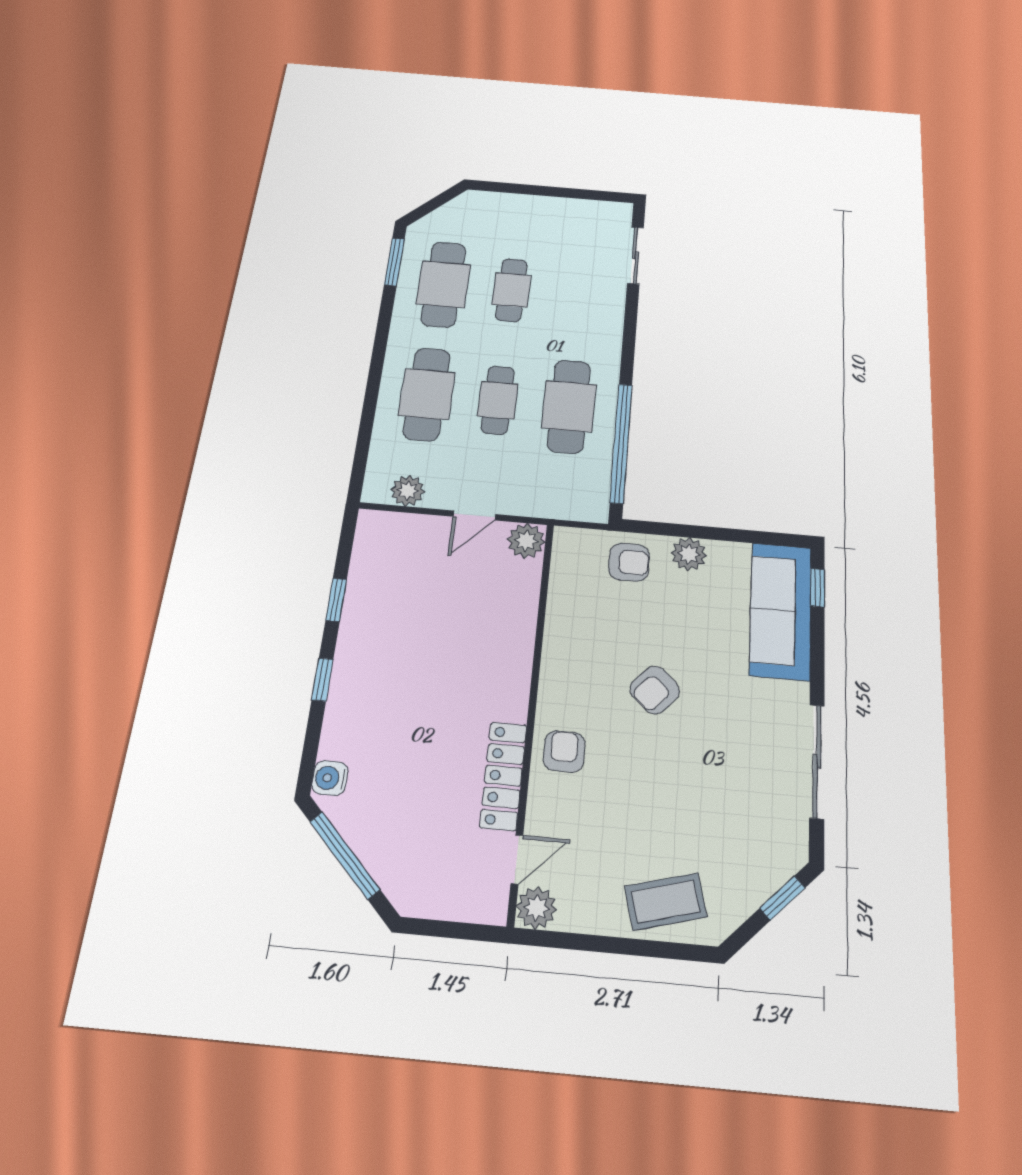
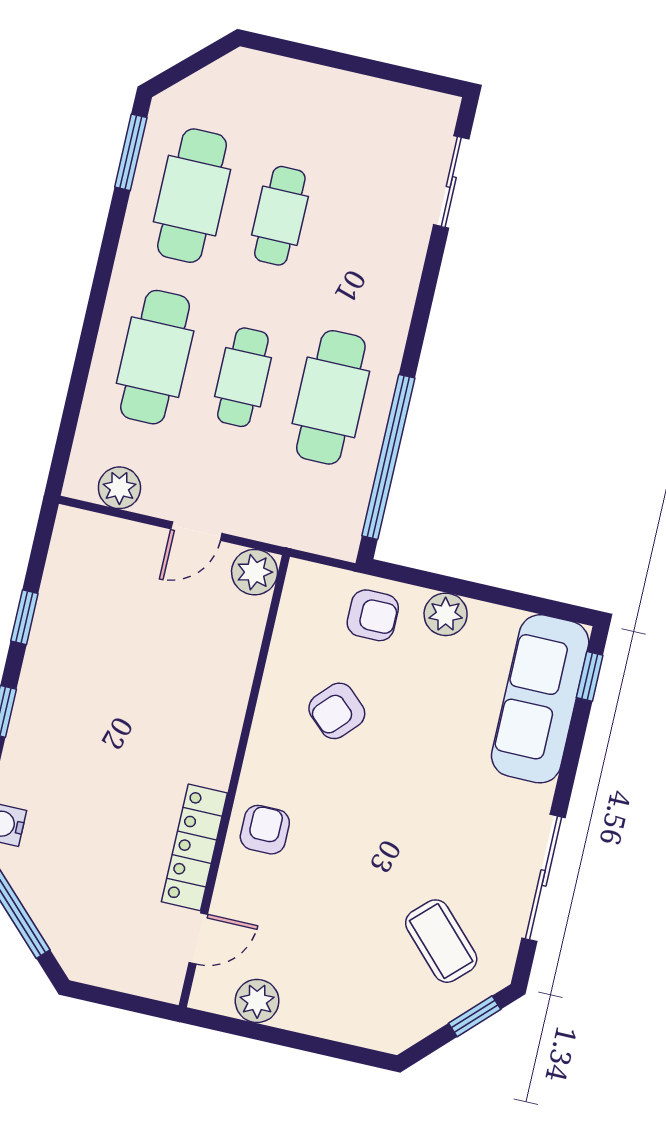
armchair: (655, 690) -> (337, 711), moved
coffee table: (666, 902) -> (441, 941), moved, turned 61
plant: (536, 908) -> (257, 1001), moved

